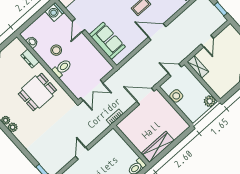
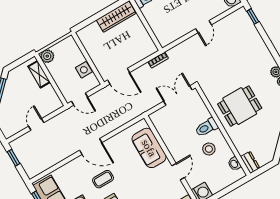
dresser: (30, 59) -> (250, 162), moved
shelving: (198, 67) -> (39, 74), moved

